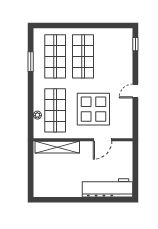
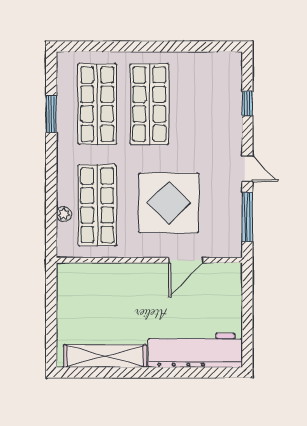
window: (135, 44) -> (247, 104), moved
door: (135, 91) -> (247, 169), swing flipped
window: (135, 117) -> (247, 217), added
shelving: (57, 147) -> (105, 356), moved

